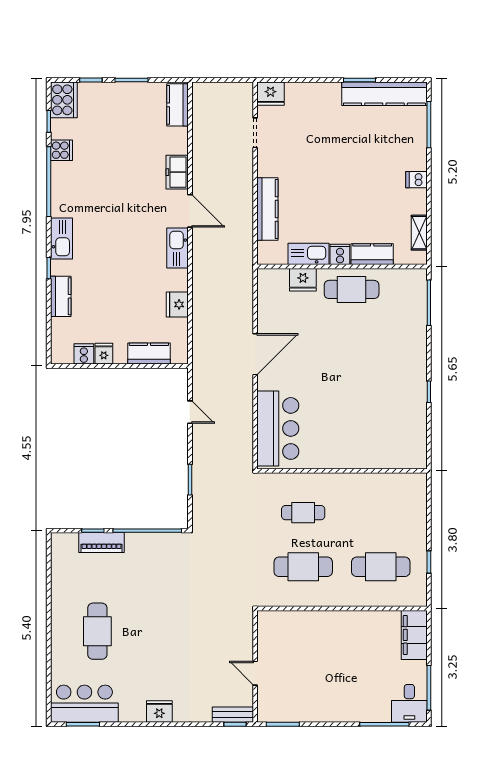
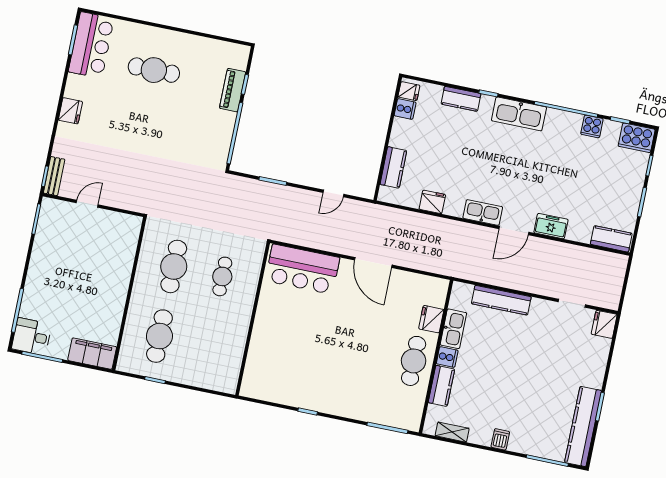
kitchen sink: (61, 239) -> (519, 114), width x1.36, depth x1.24
fridge: (104, 354) -> (409, 91), moved

